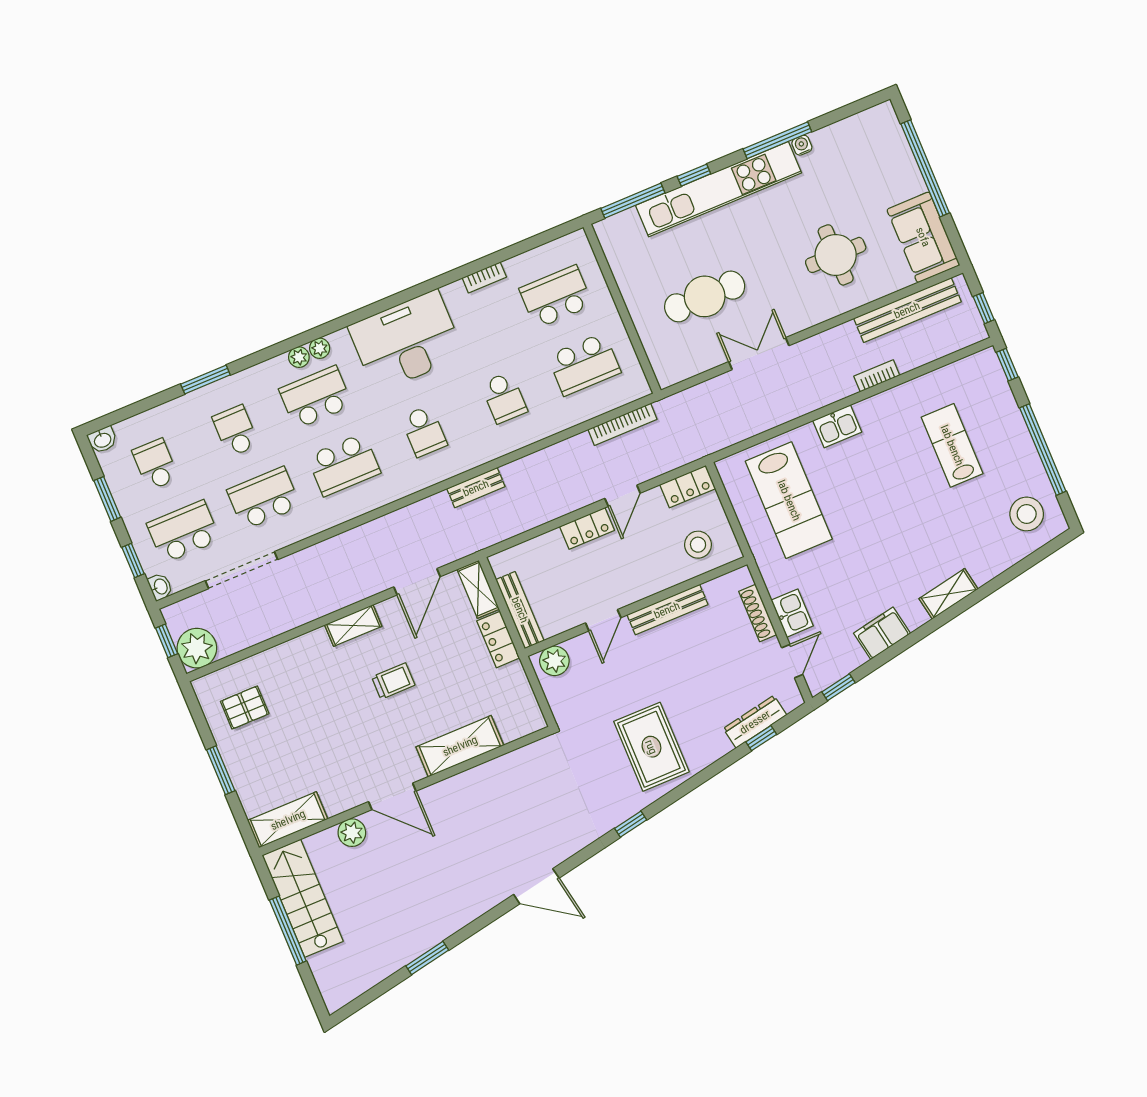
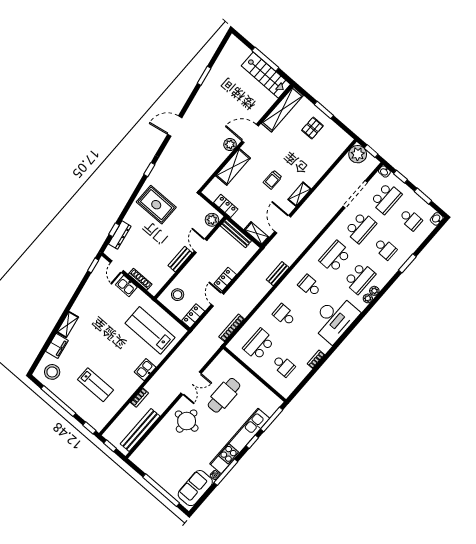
sofa: (923, 237) -> (195, 488), moved, turned -90
round table: (836, 255) -> (187, 421), moved
school desk: (556, 297) -> (283, 366), width x0.54
bench: (667, 610) -> (180, 259), width x0.73
filing cabinet: (882, 633) -> (57, 346), moved
locker: (498, 639) -> (226, 206), moved
pallet: (245, 708) -> (312, 128), moved
shelving: (288, 820) -> (282, 109), width x1.47
plant: (352, 833) -> (230, 145), moved

